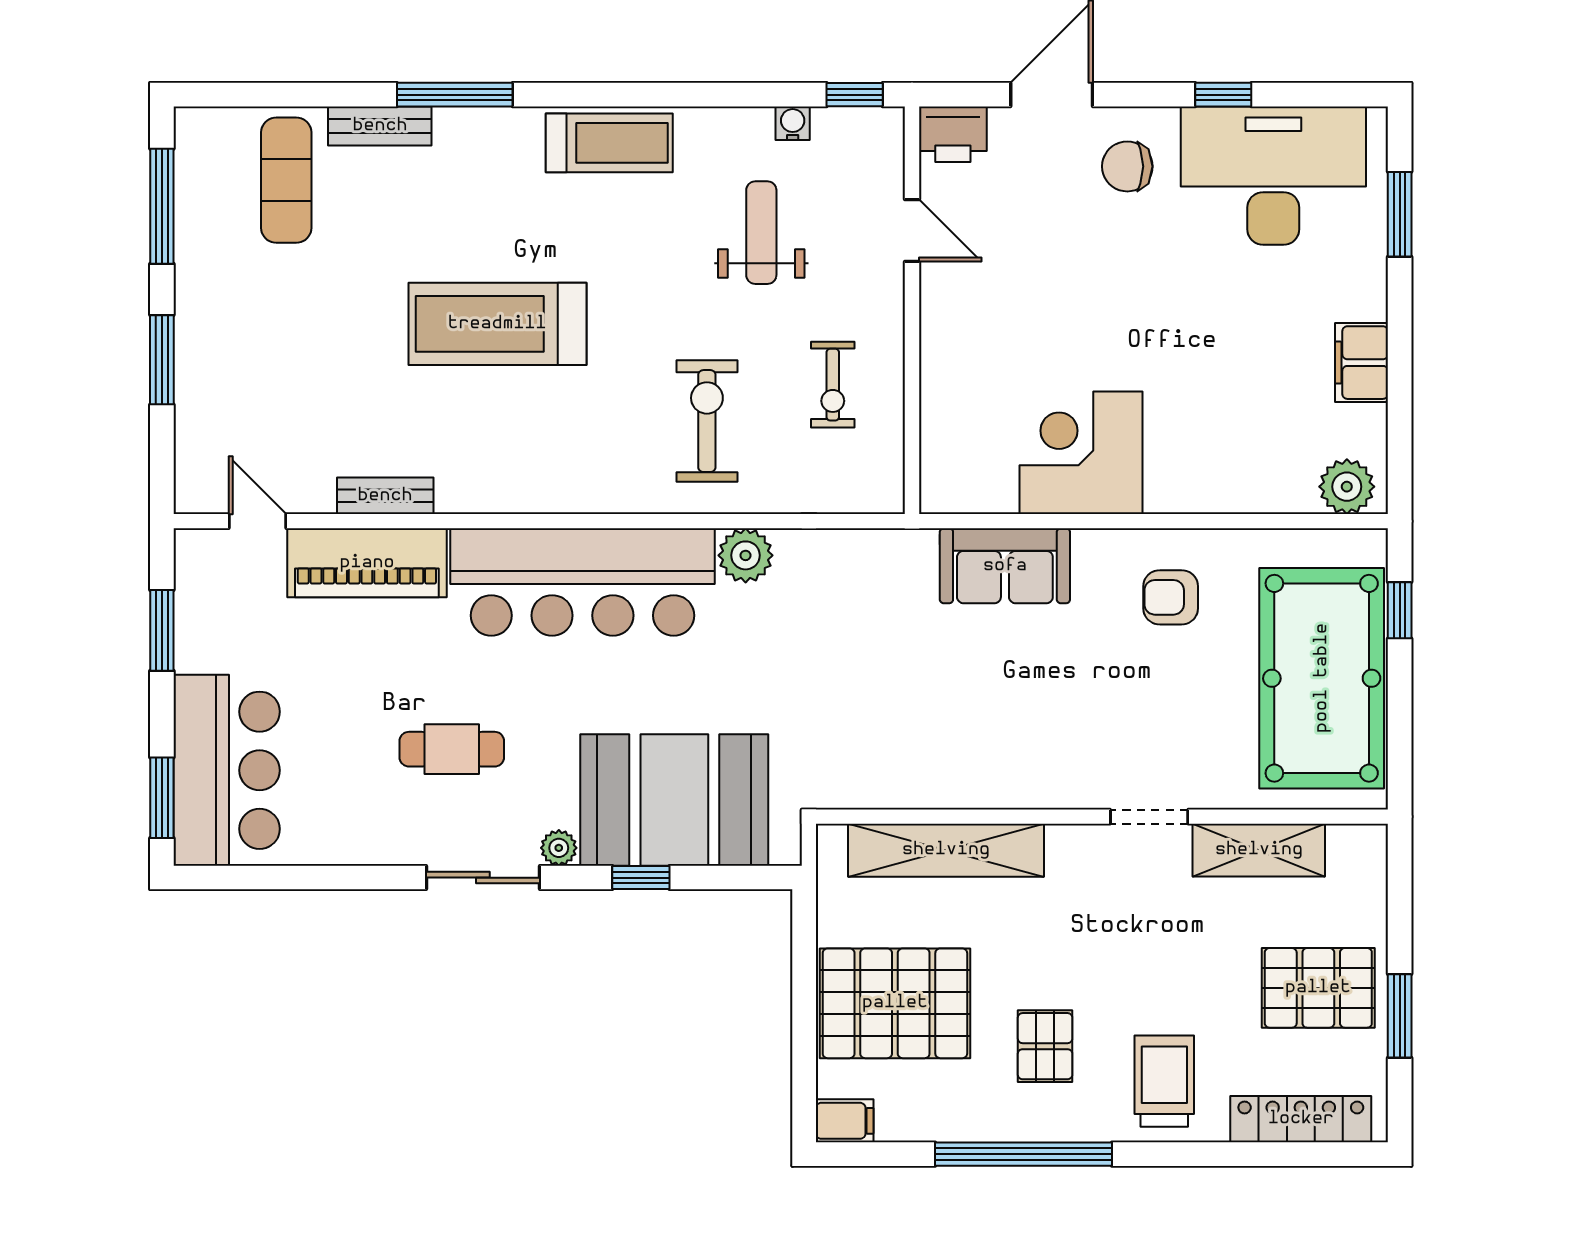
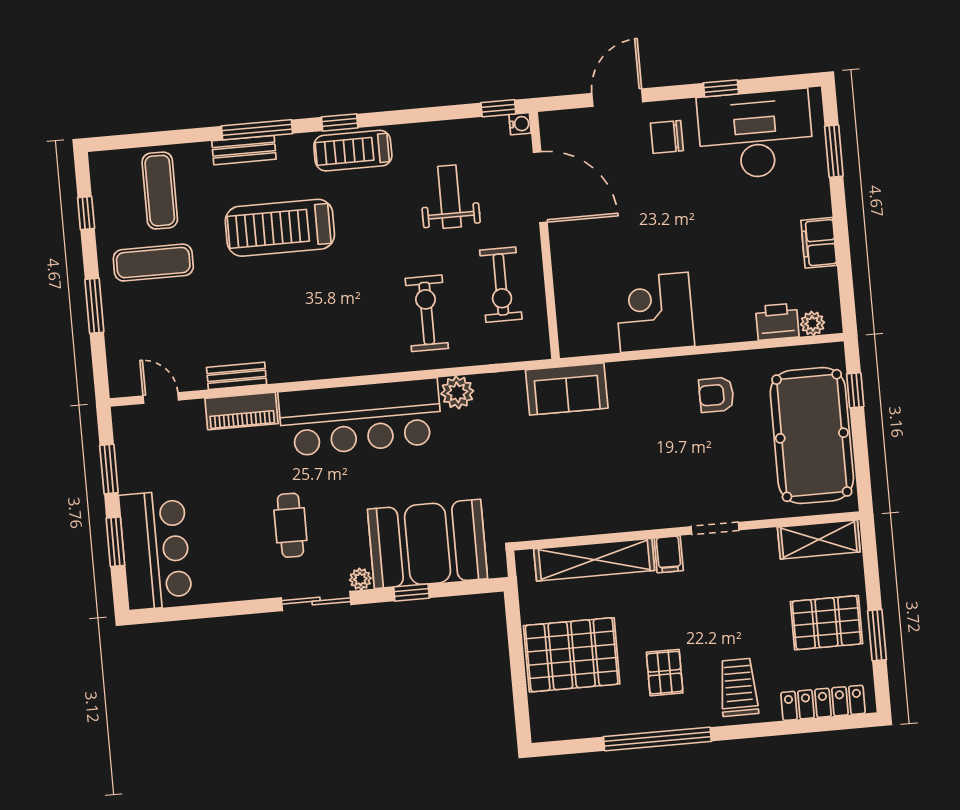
window: (592, 95) -> (340, 122), added
water cooler: (793, 123) -> (520, 124), moved, turned 90
bench: (380, 126) -> (244, 150), moved
printer: (953, 134) -> (777, 322), moved, turned 180
treadmill: (609, 143) -> (353, 151), turned 180
window: (162, 206) -> (86, 213), width x0.46
door: (912, 230) -> (540, 187), width x1.87
exercise mat: (265, 298) -> (153, 263), added
treadmill: (497, 324) -> (280, 228), moved
exercise bike: (833, 385) -> (501, 285), width x1.38, depth x1.39
plant: (1347, 487) -> (813, 323), width x0.73, depth x0.73
piano: (367, 563) -> (242, 411), width x0.73, depth x0.75
sofa: (1005, 566) -> (567, 389), moved
cafe table: (452, 749) -> (290, 525), turned 90
window: (162, 798) -> (115, 542), moved
shelving: (1259, 850) -> (819, 539), moved
filing cabinet: (845, 1121) -> (669, 554), moved, turned 90

